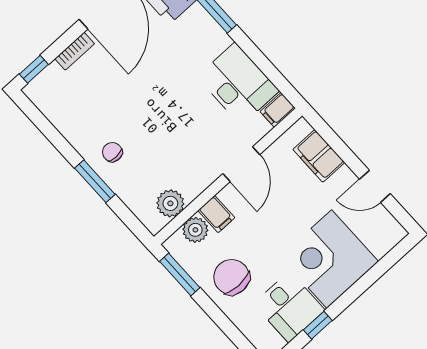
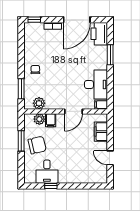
window: (95, 181) -> (21, 89), moved
corner desk: (329, 259) -> (74, 168), removed
window: (180, 275) -> (21, 141), moved
chair: (232, 277) -> (37, 145), turned 77

